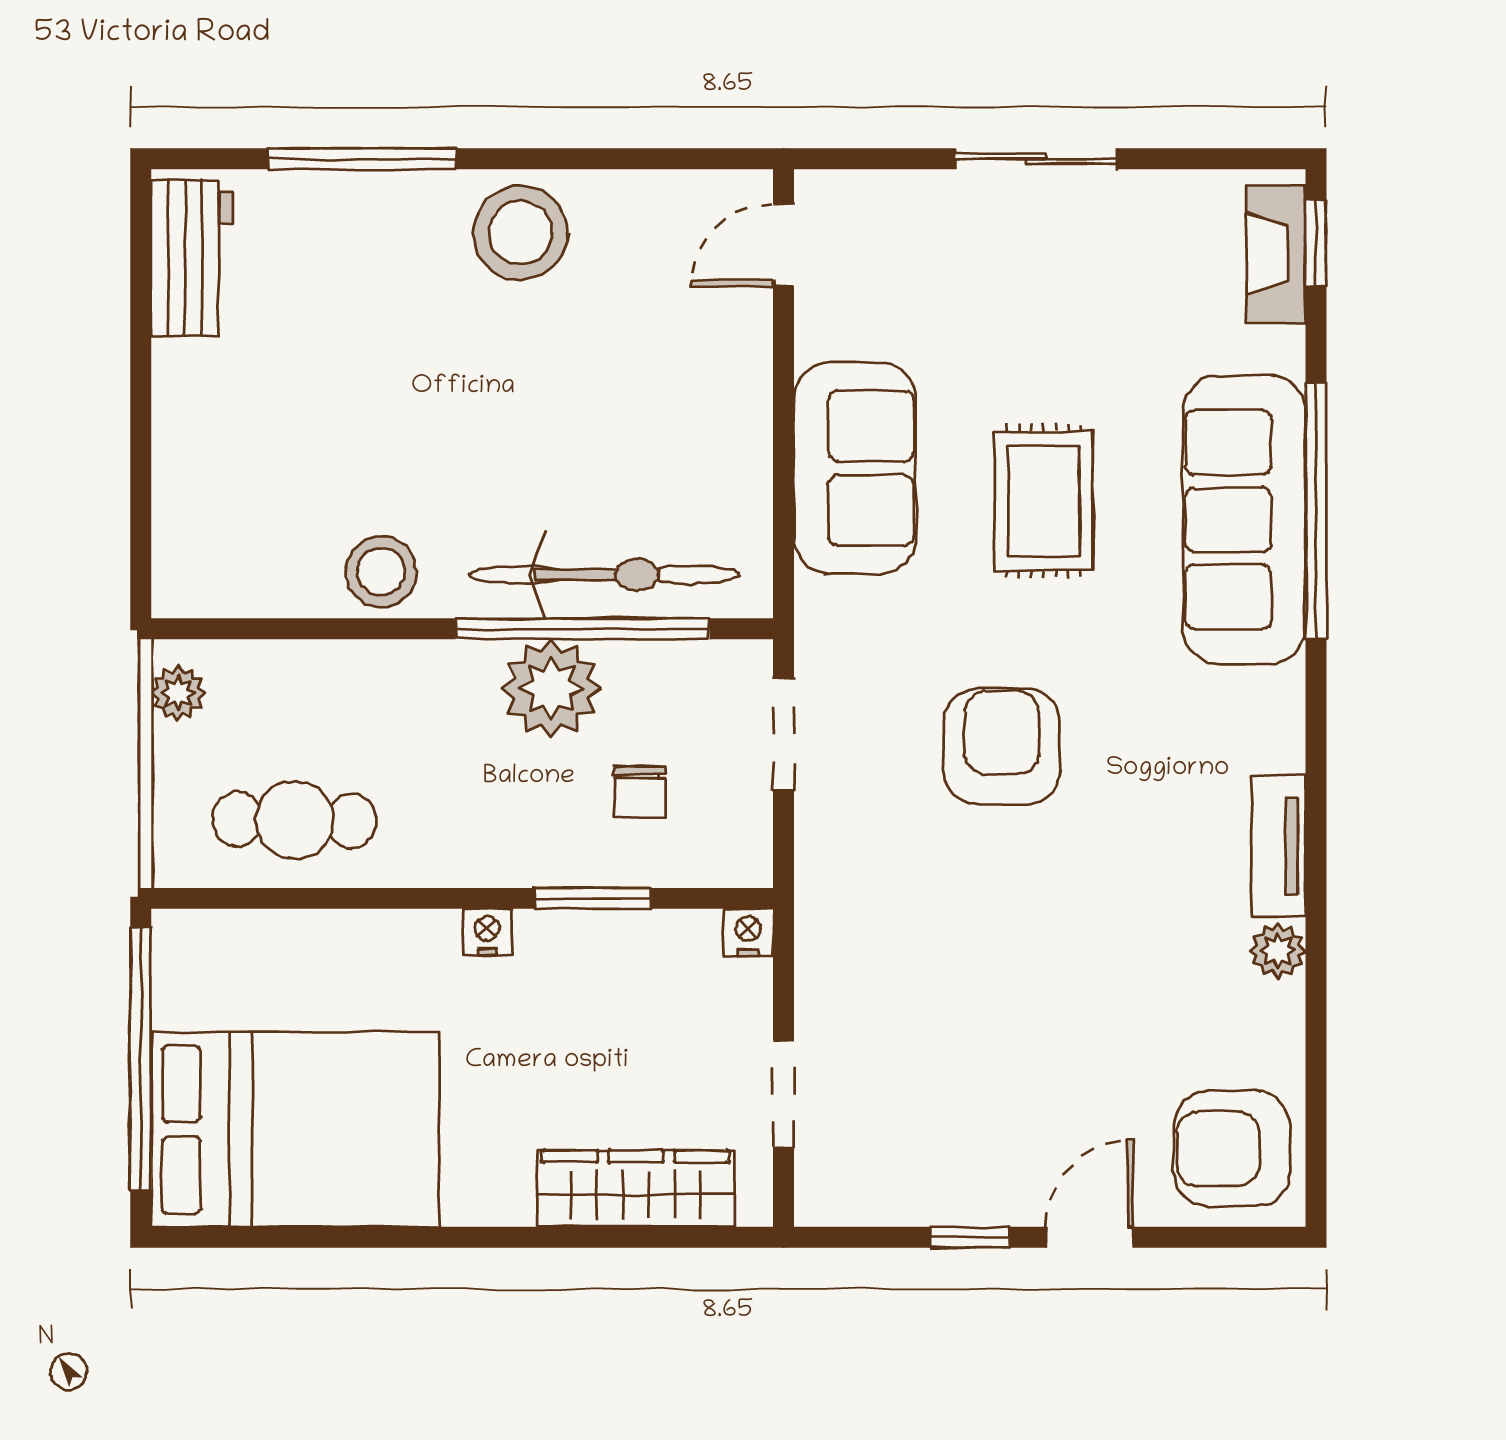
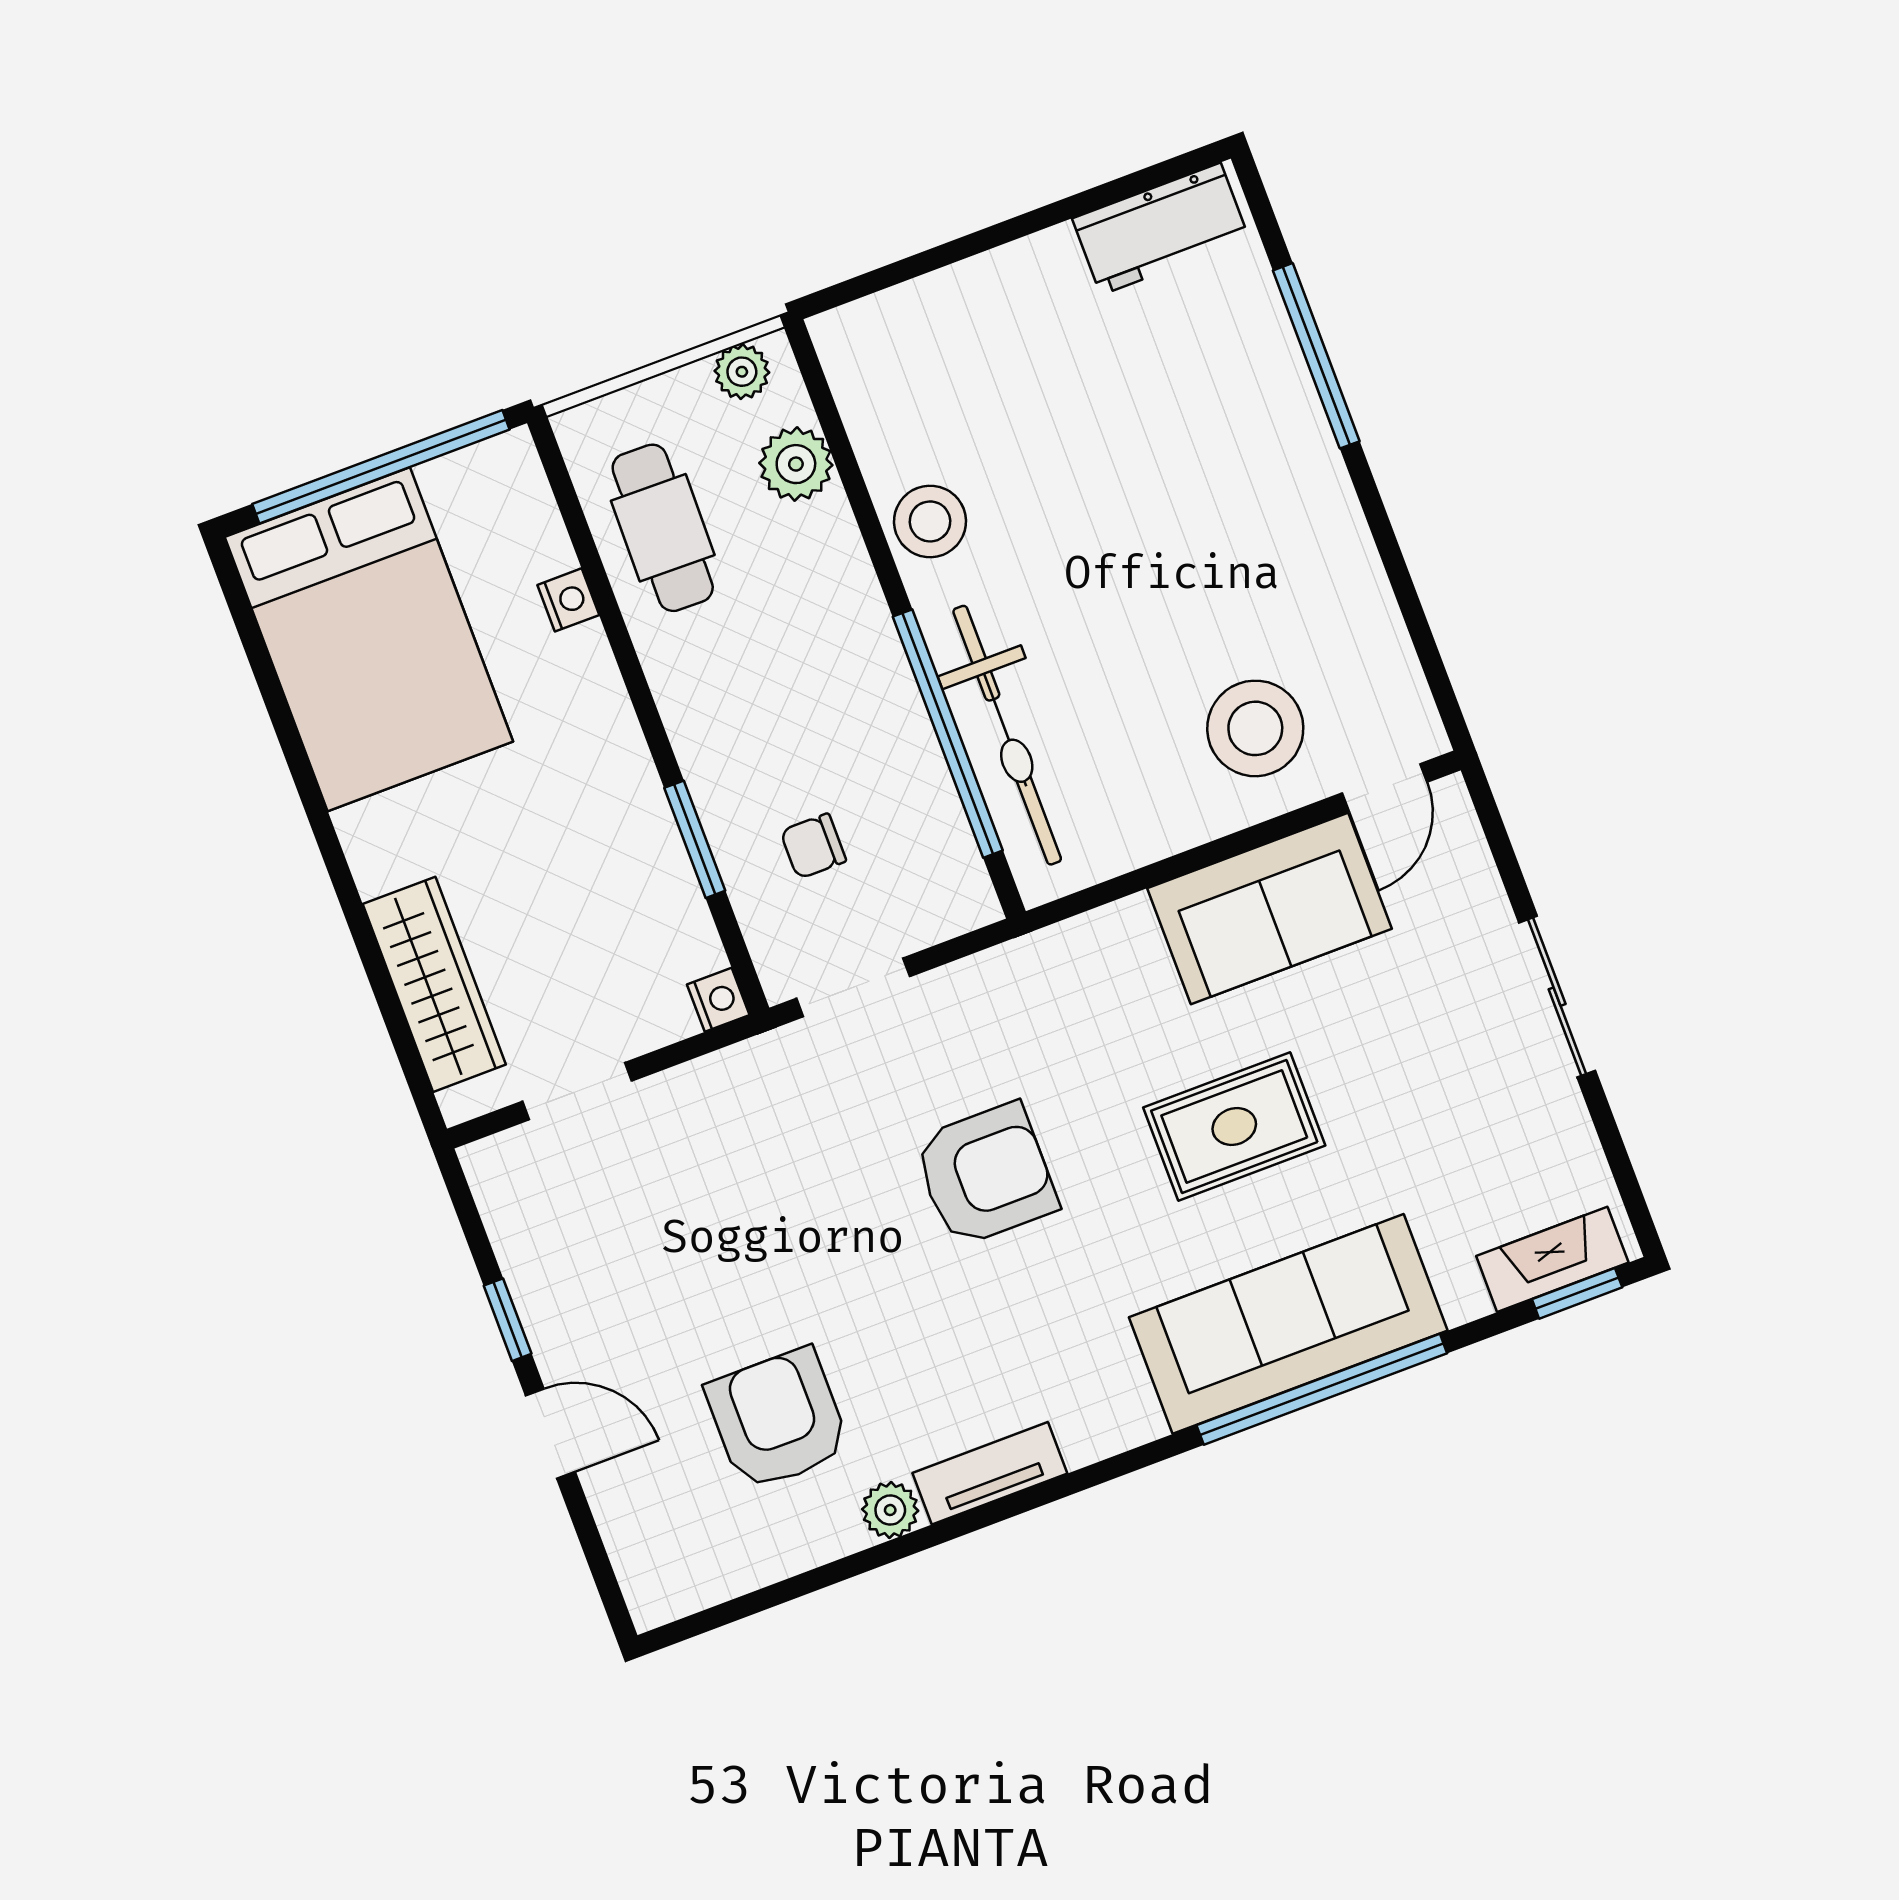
stool: (520, 233) -> (1255, 728), moved
door: (784, 245) -> (1385, 788), swing flipped
sofa: (855, 468) -> (1269, 908), moved
plant: (551, 689) -> (796, 464), moved, width x0.73, depth x0.73
doorway: (784, 734) -> (853, 987), moved
nightstand: (487, 932) -> (568, 600), moved
armchair: (1232, 1149) -> (778, 1419), moved

